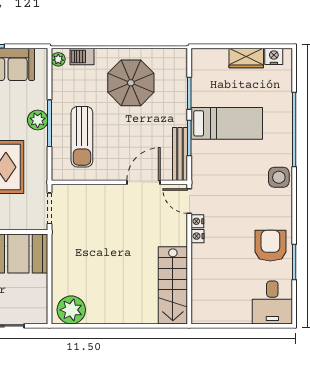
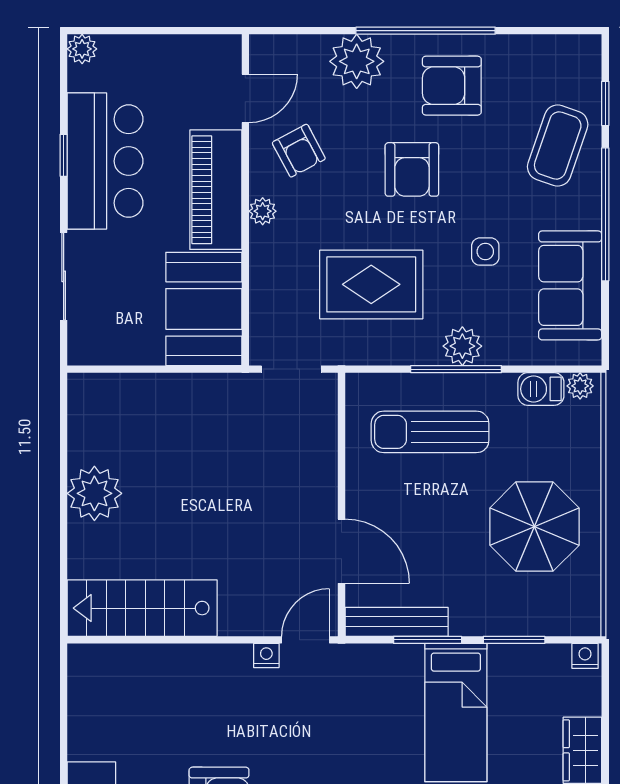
barbecue: (82, 57) -> (541, 389), moved, turned -90
nightstand: (198, 236) -> (585, 656), moved
plant: (71, 310) -> (94, 493), moved

